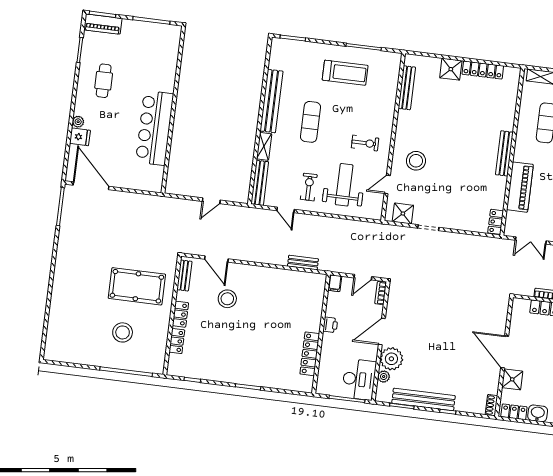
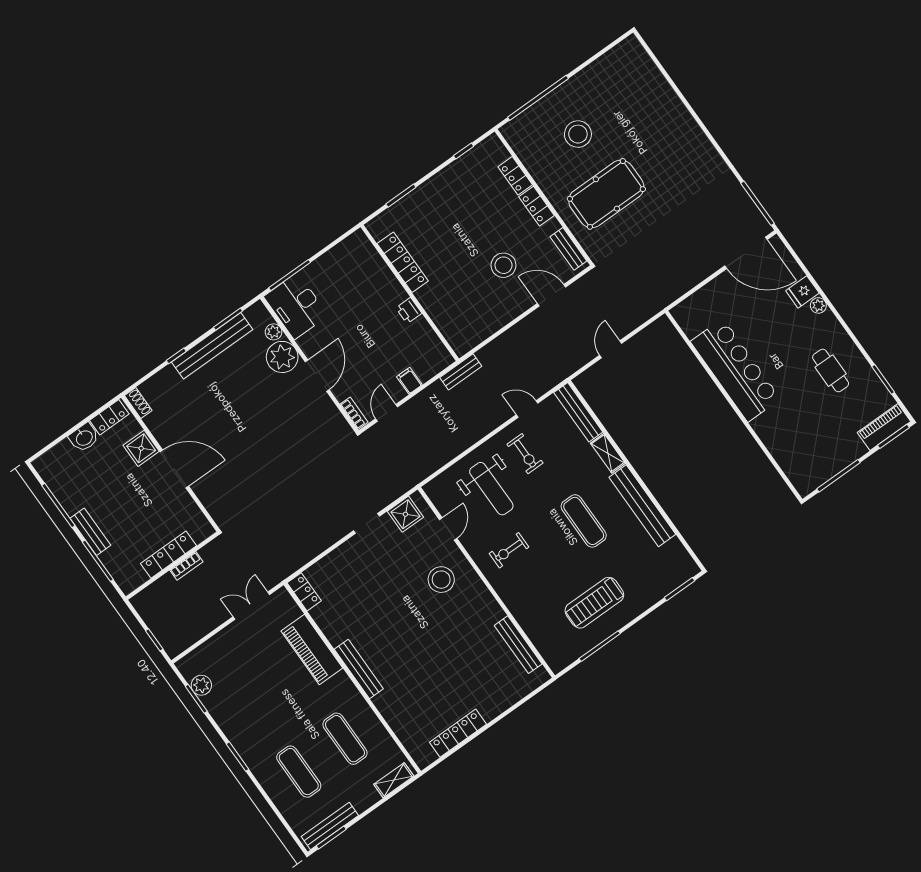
shower: (451, 69) -> (491, 704), removed
printer: (330, 325) -> (409, 311), moved
wall: (321, 334) -> (410, 293), moved
locker: (310, 354) -> (403, 262), moved

